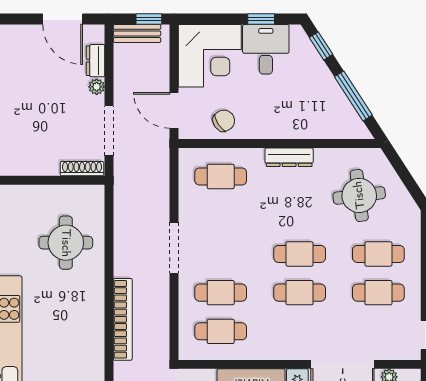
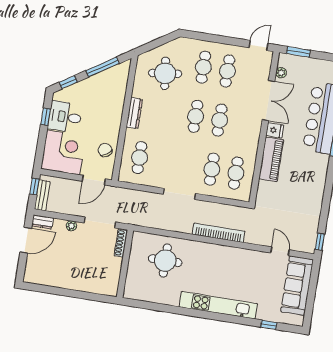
dresser: (96, 61) -> (43, 222), moved

